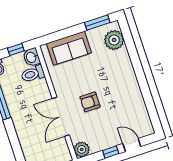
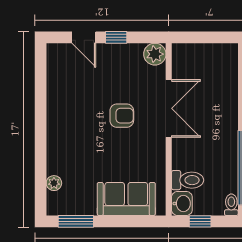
plant: (114, 40) -> (54, 183), width x0.53, depth x0.53

